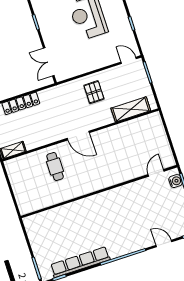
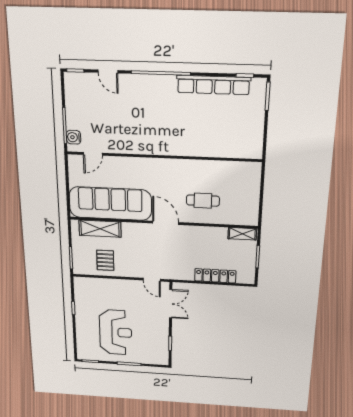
door: (129, 60) -> (152, 280), moved
pallet: (94, 92) -> (105, 260), moved
sofa: (129, 135) -> (110, 204), added
cafe table: (55, 167) -> (203, 201), turned 90

